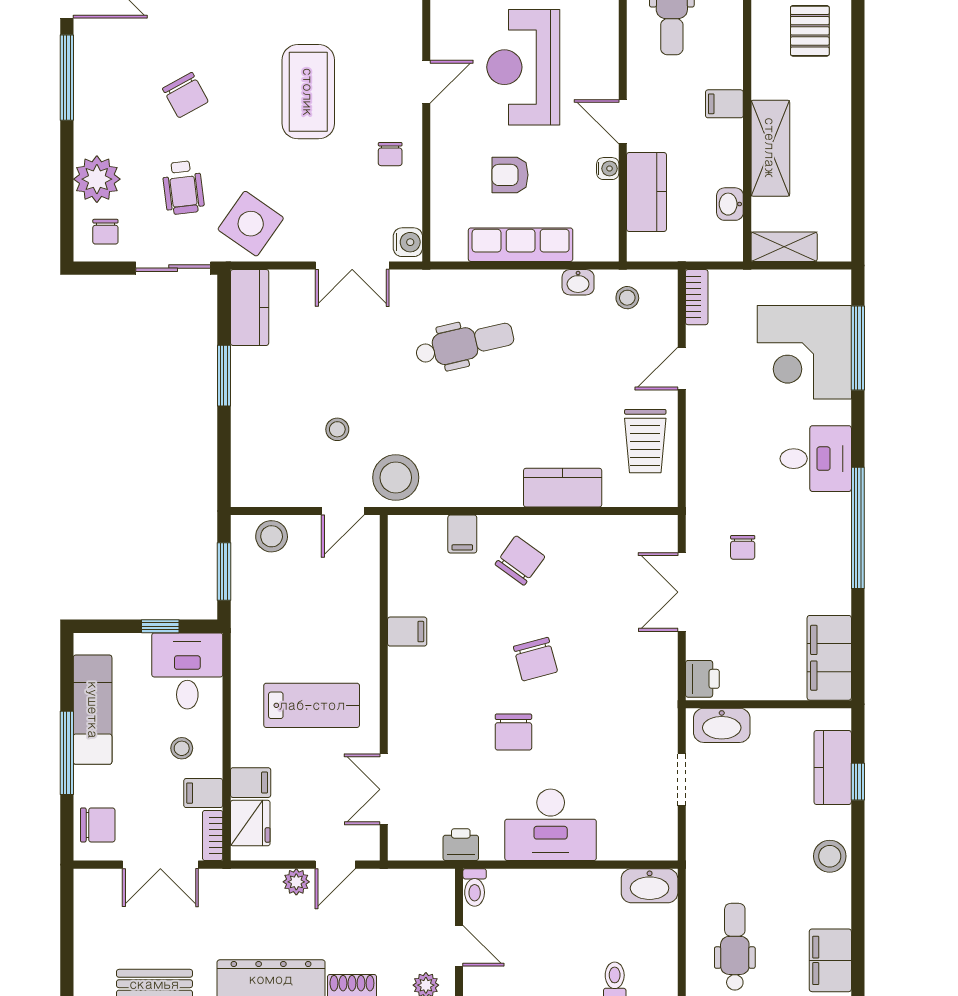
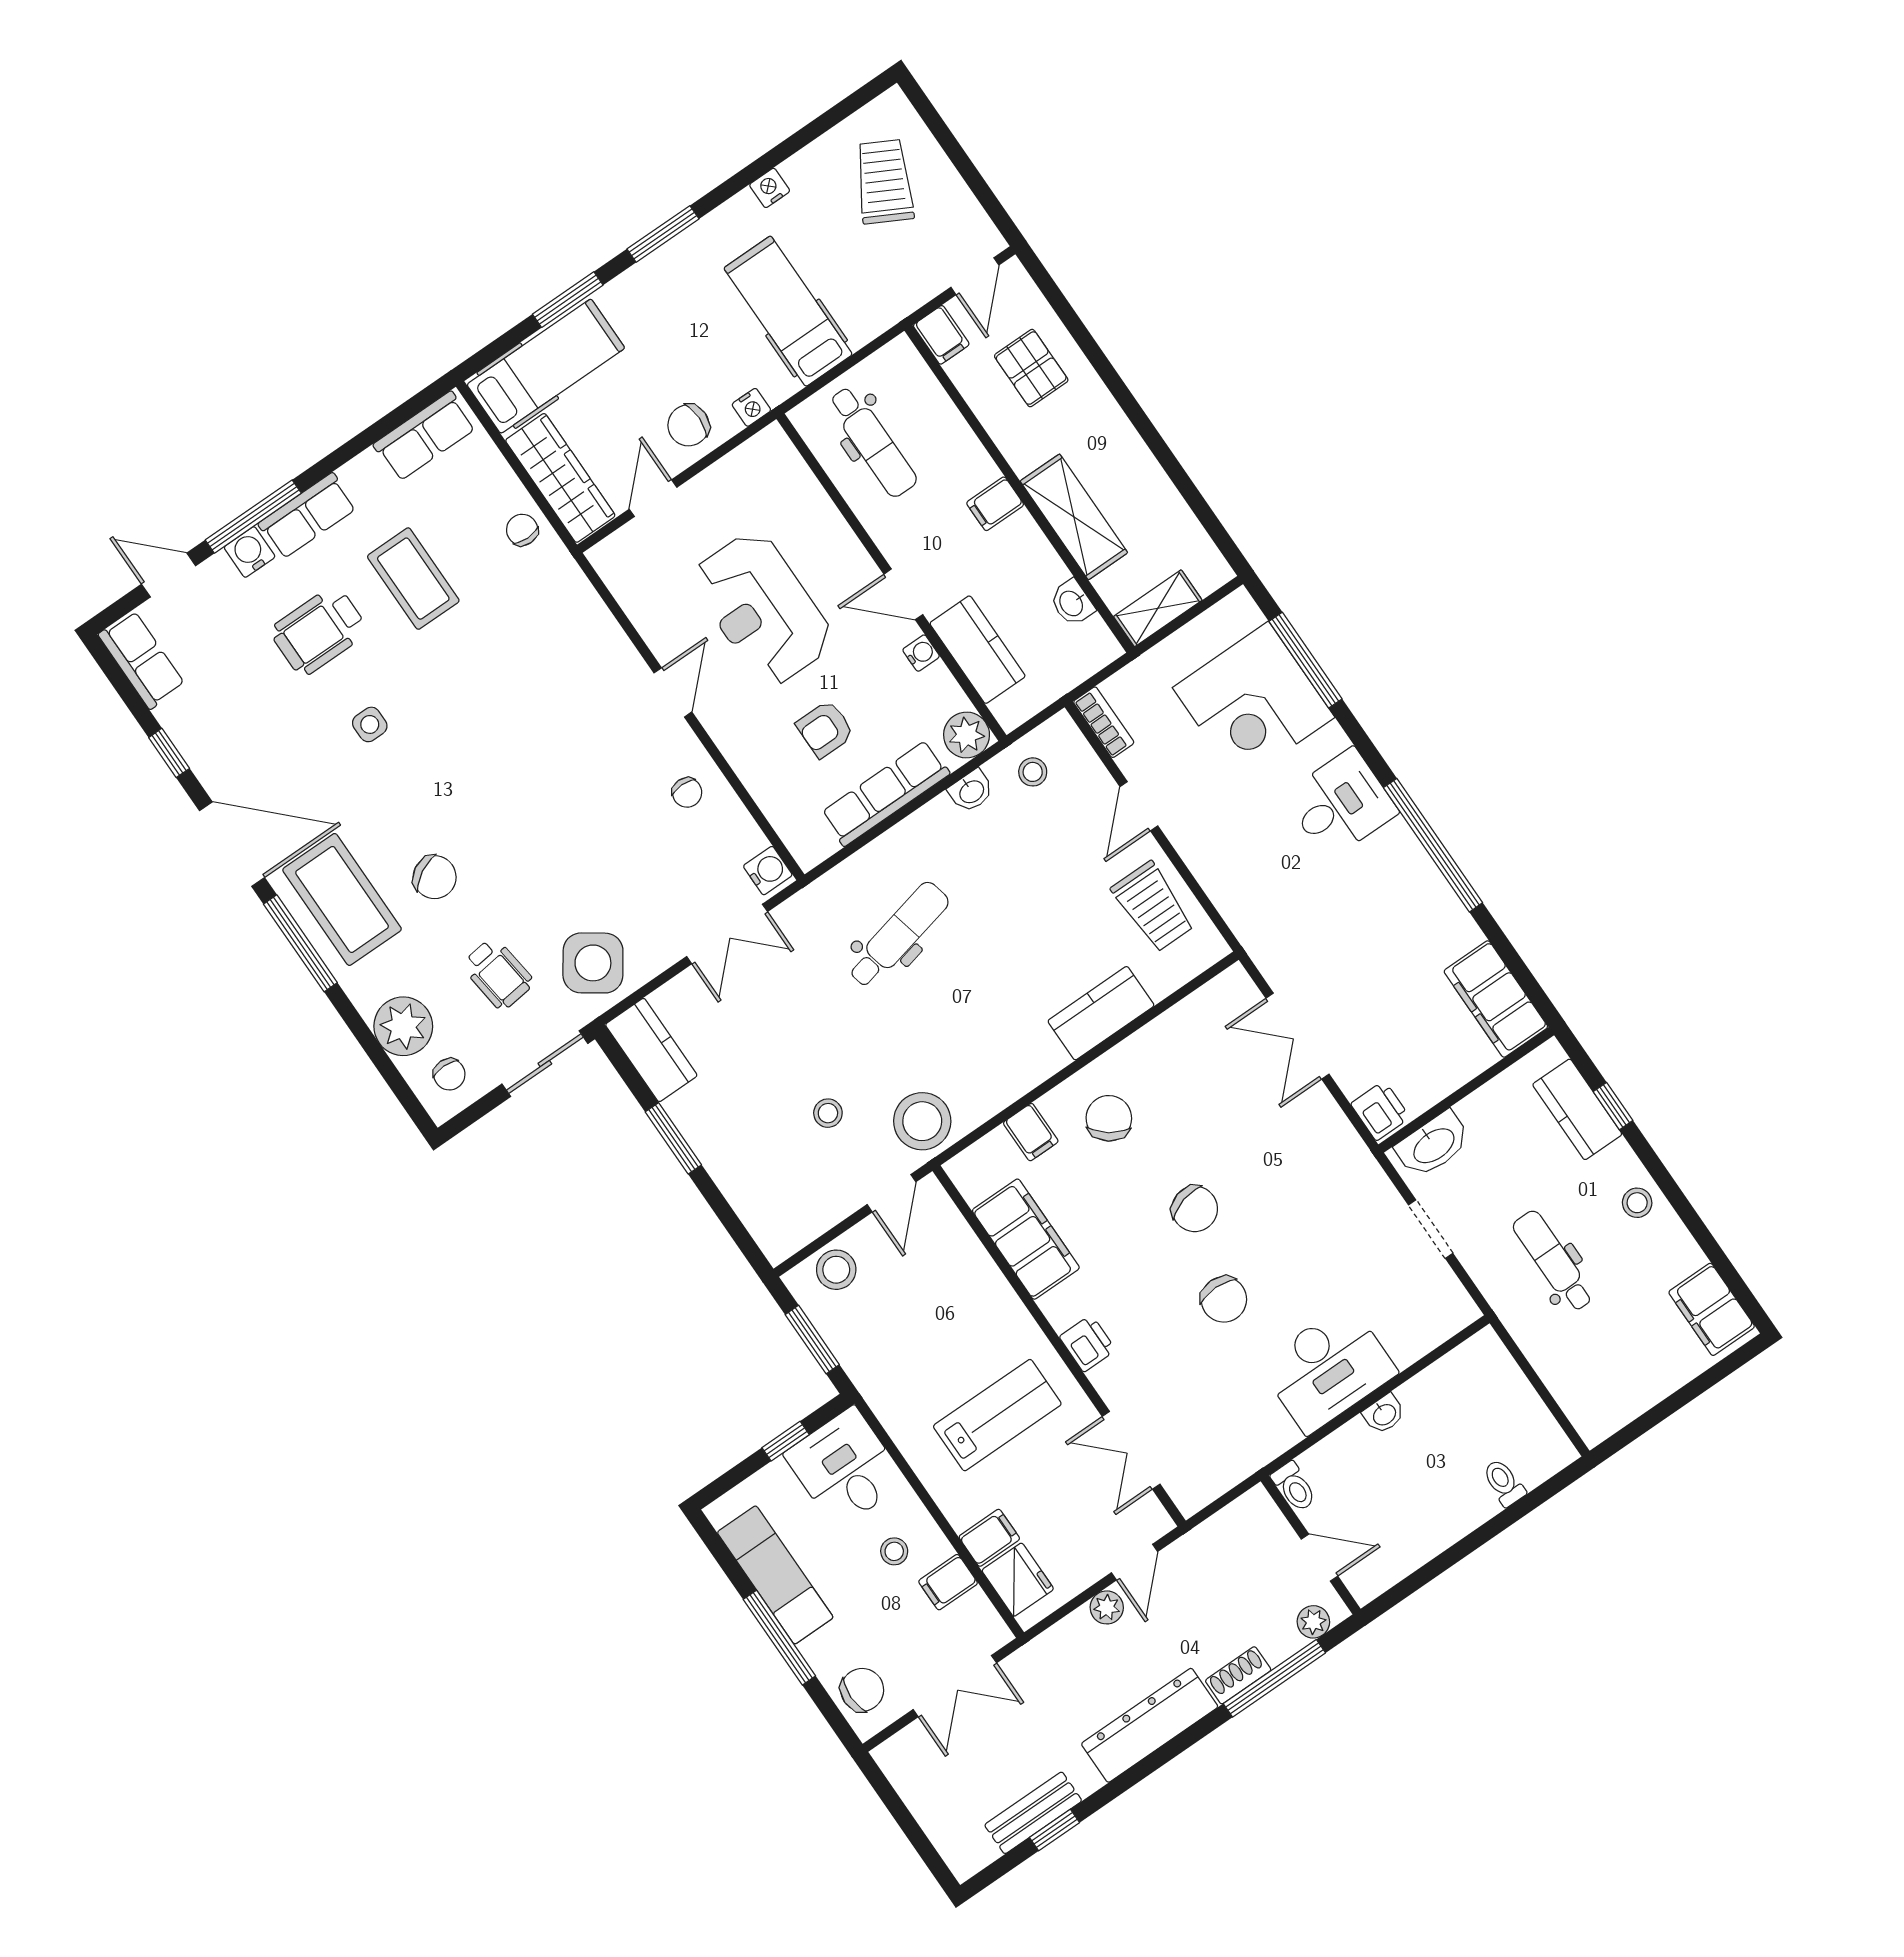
coffee table: (308, 92) -> (342, 899), moved
plant: (600, 243) -> (967, 735), added
chair: (743, 547) -> (1329, 947), removed
filing cabinet: (407, 632) -> (1026, 1239), width x3.00, depth x1.17
bookcase: (213, 835) -> (988, 1619), removed
printer: (461, 845) -> (1088, 1343), moved, turned 90
stool: (830, 856) -> (1637, 1203), width x0.73, depth x0.73
washbasin: (650, 886) -> (1384, 1414), moved, width x0.52, depth x0.69
dental chair: (735, 947) -> (1553, 1261), moved

